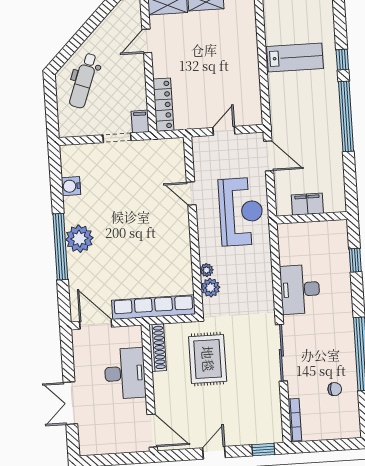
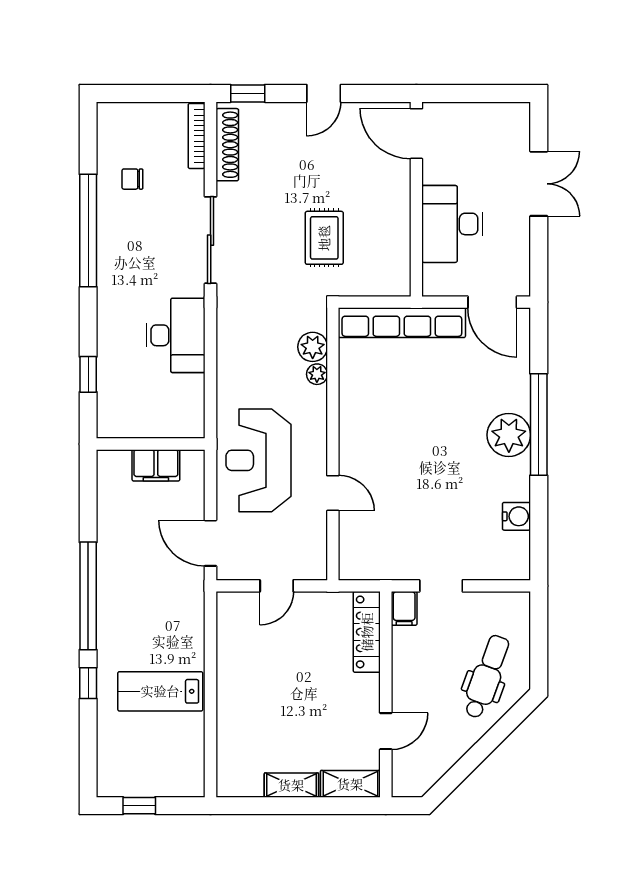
shoe rack: (158, 348) -> (227, 145), moved, turned 180
rug: (208, 359) -> (324, 238), width x0.73, depth x0.70

